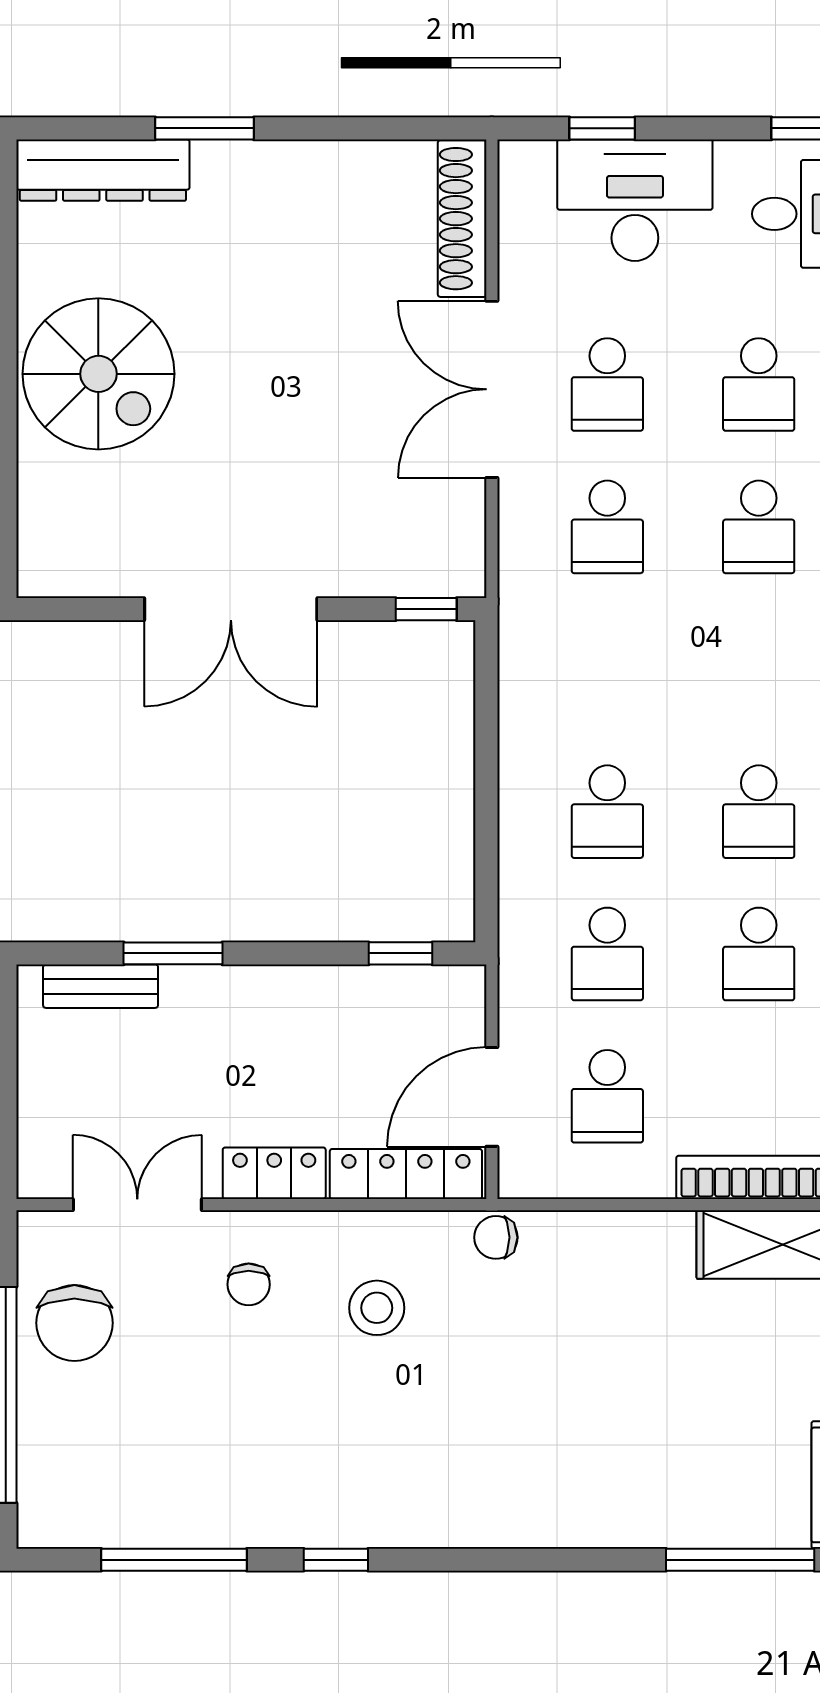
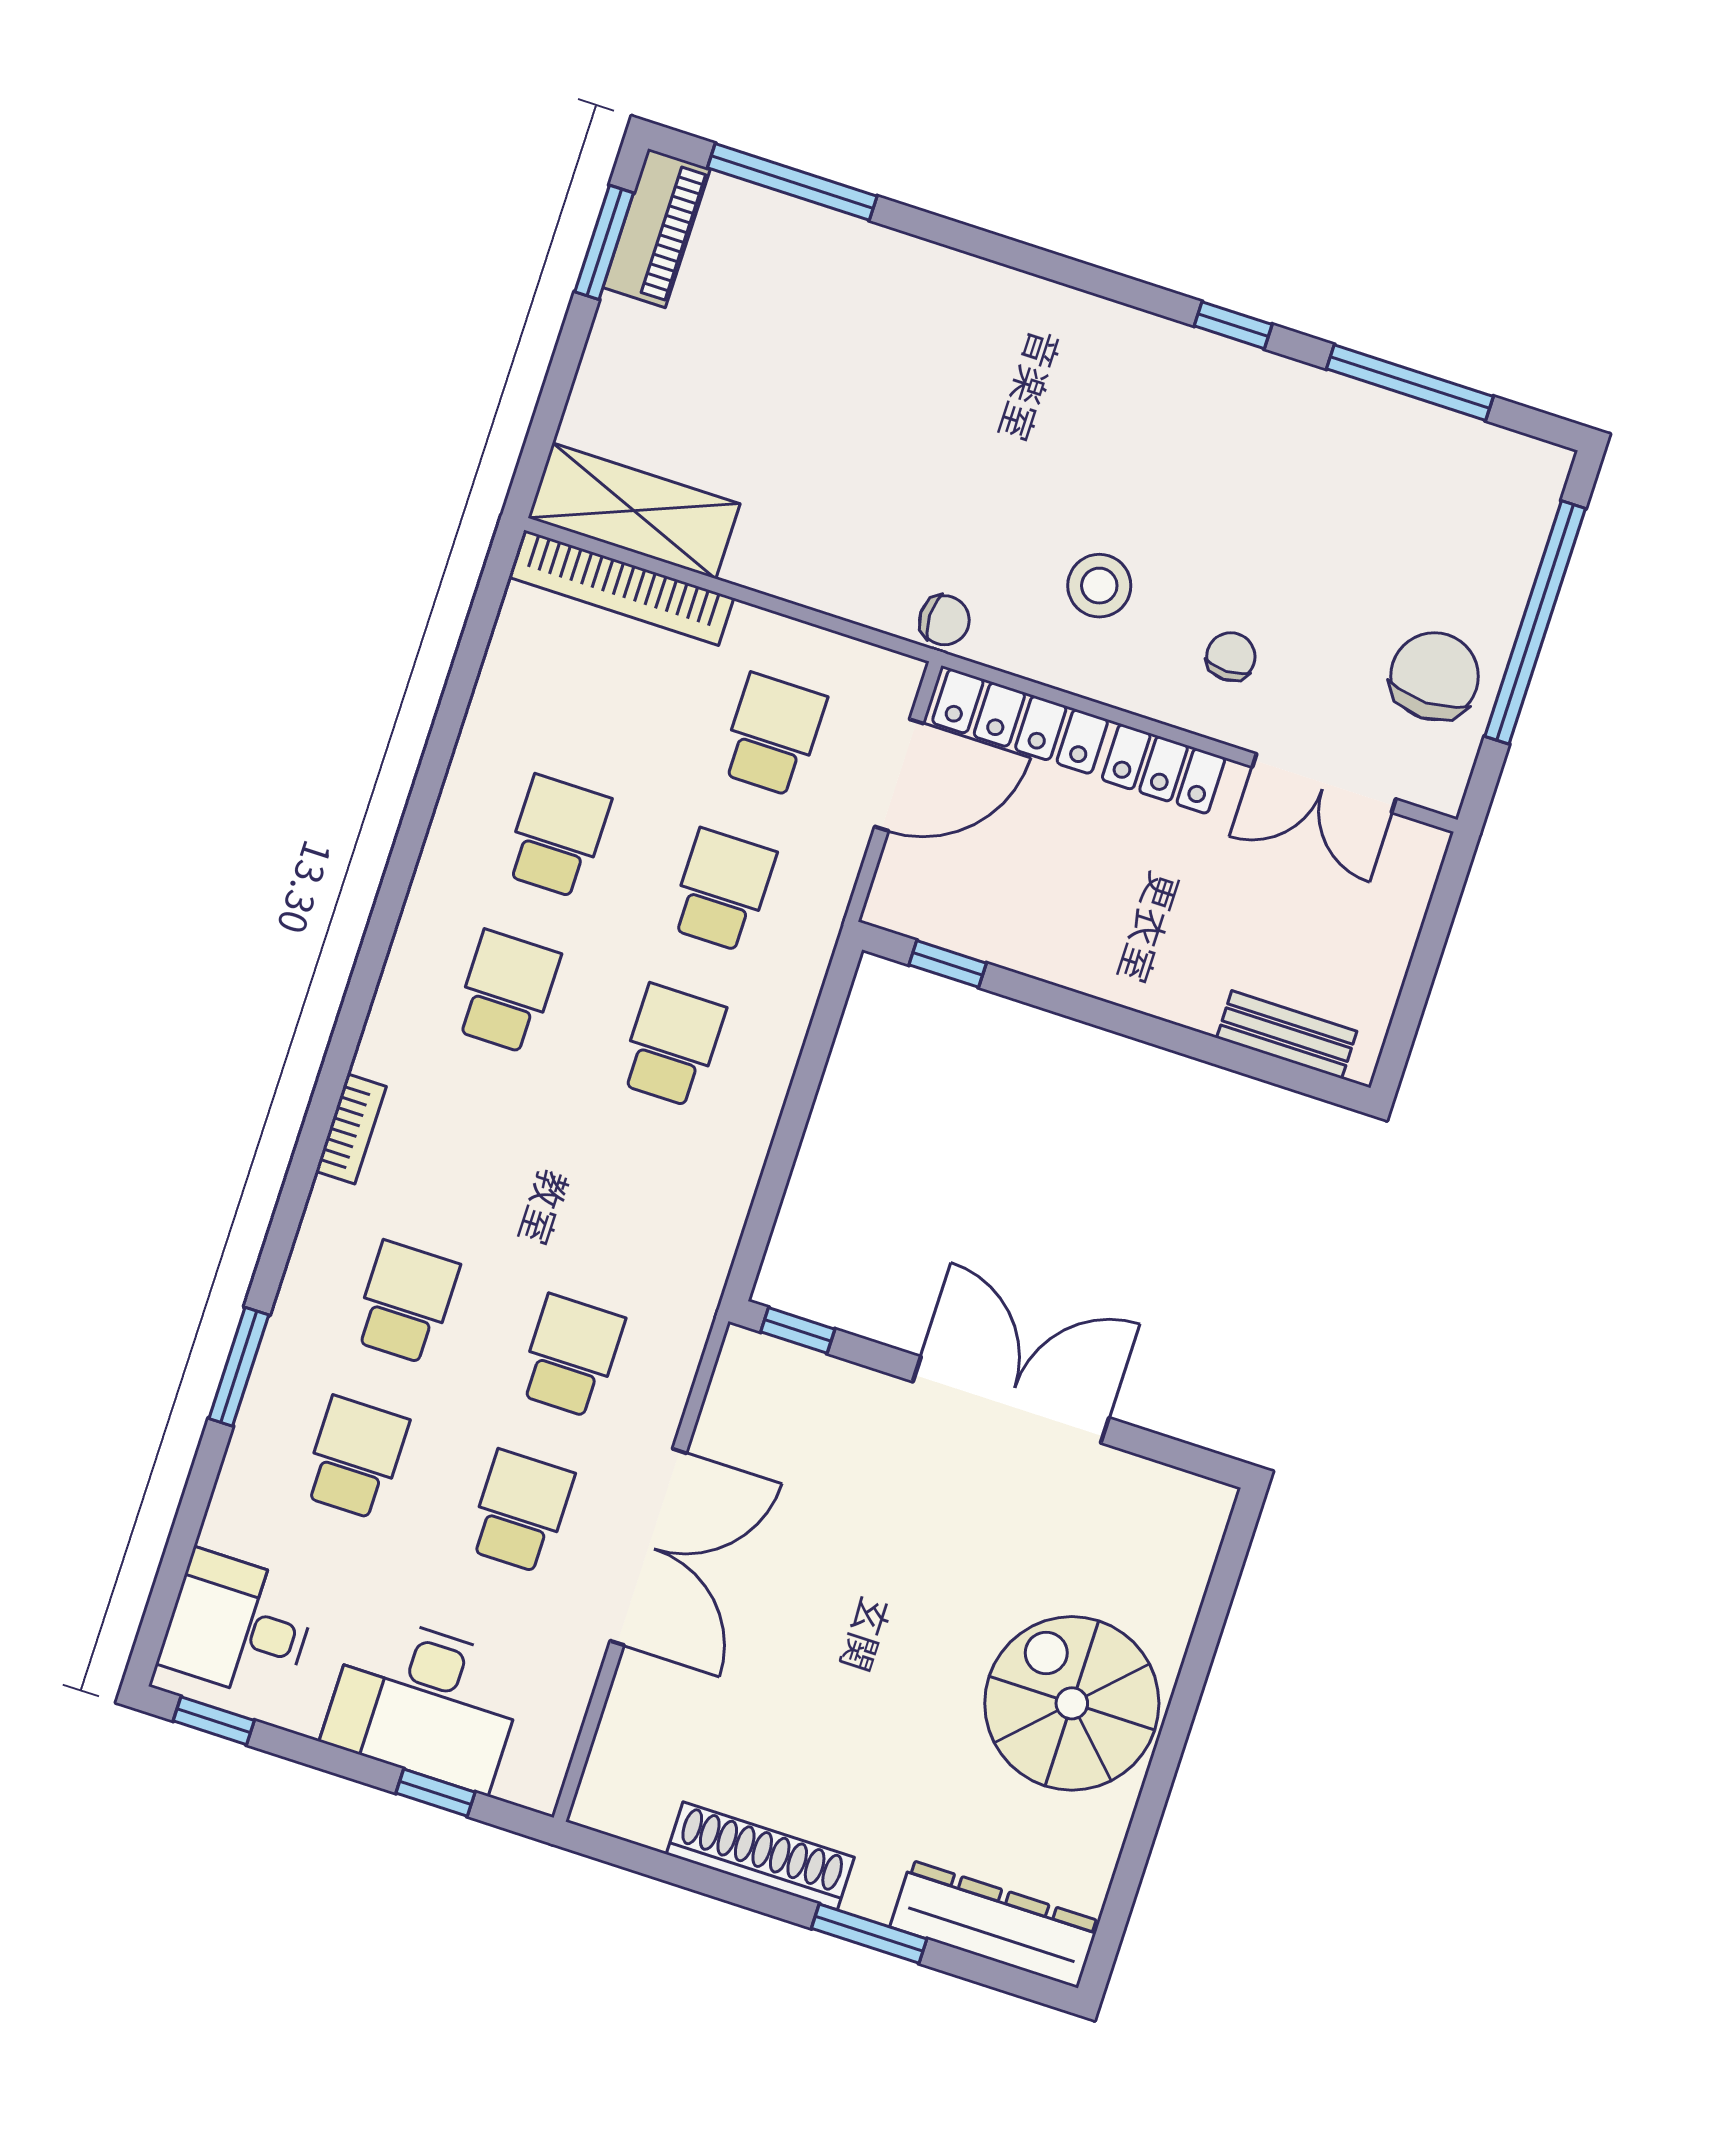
shoe rack: (462, 219) -> (760, 1856), moved, turned -90
window: (173, 953) -> (1196, 1045), removed

